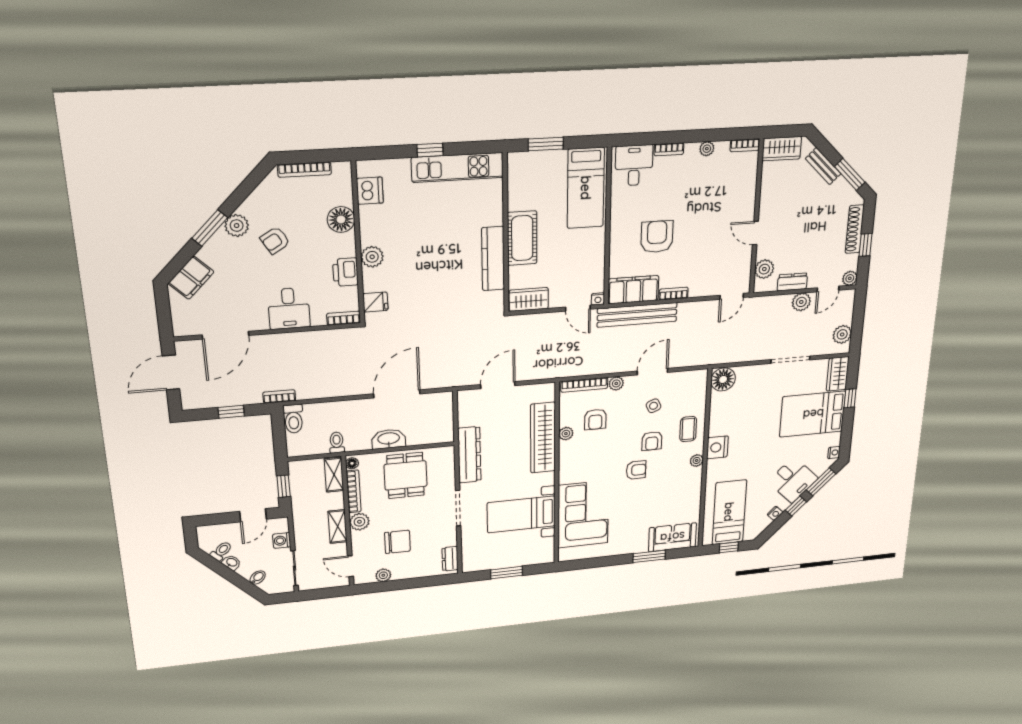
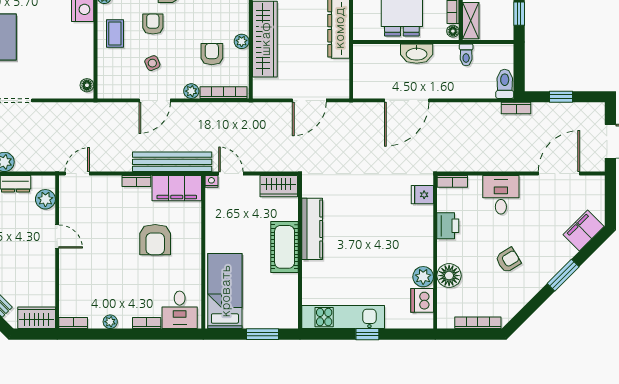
plant: (237, 226) -> (540, 276), removed
plant: (372, 257) -> (423, 277), moved
floor lamp: (723, 379) -> (87, 85), width x0.53, depth x0.53

